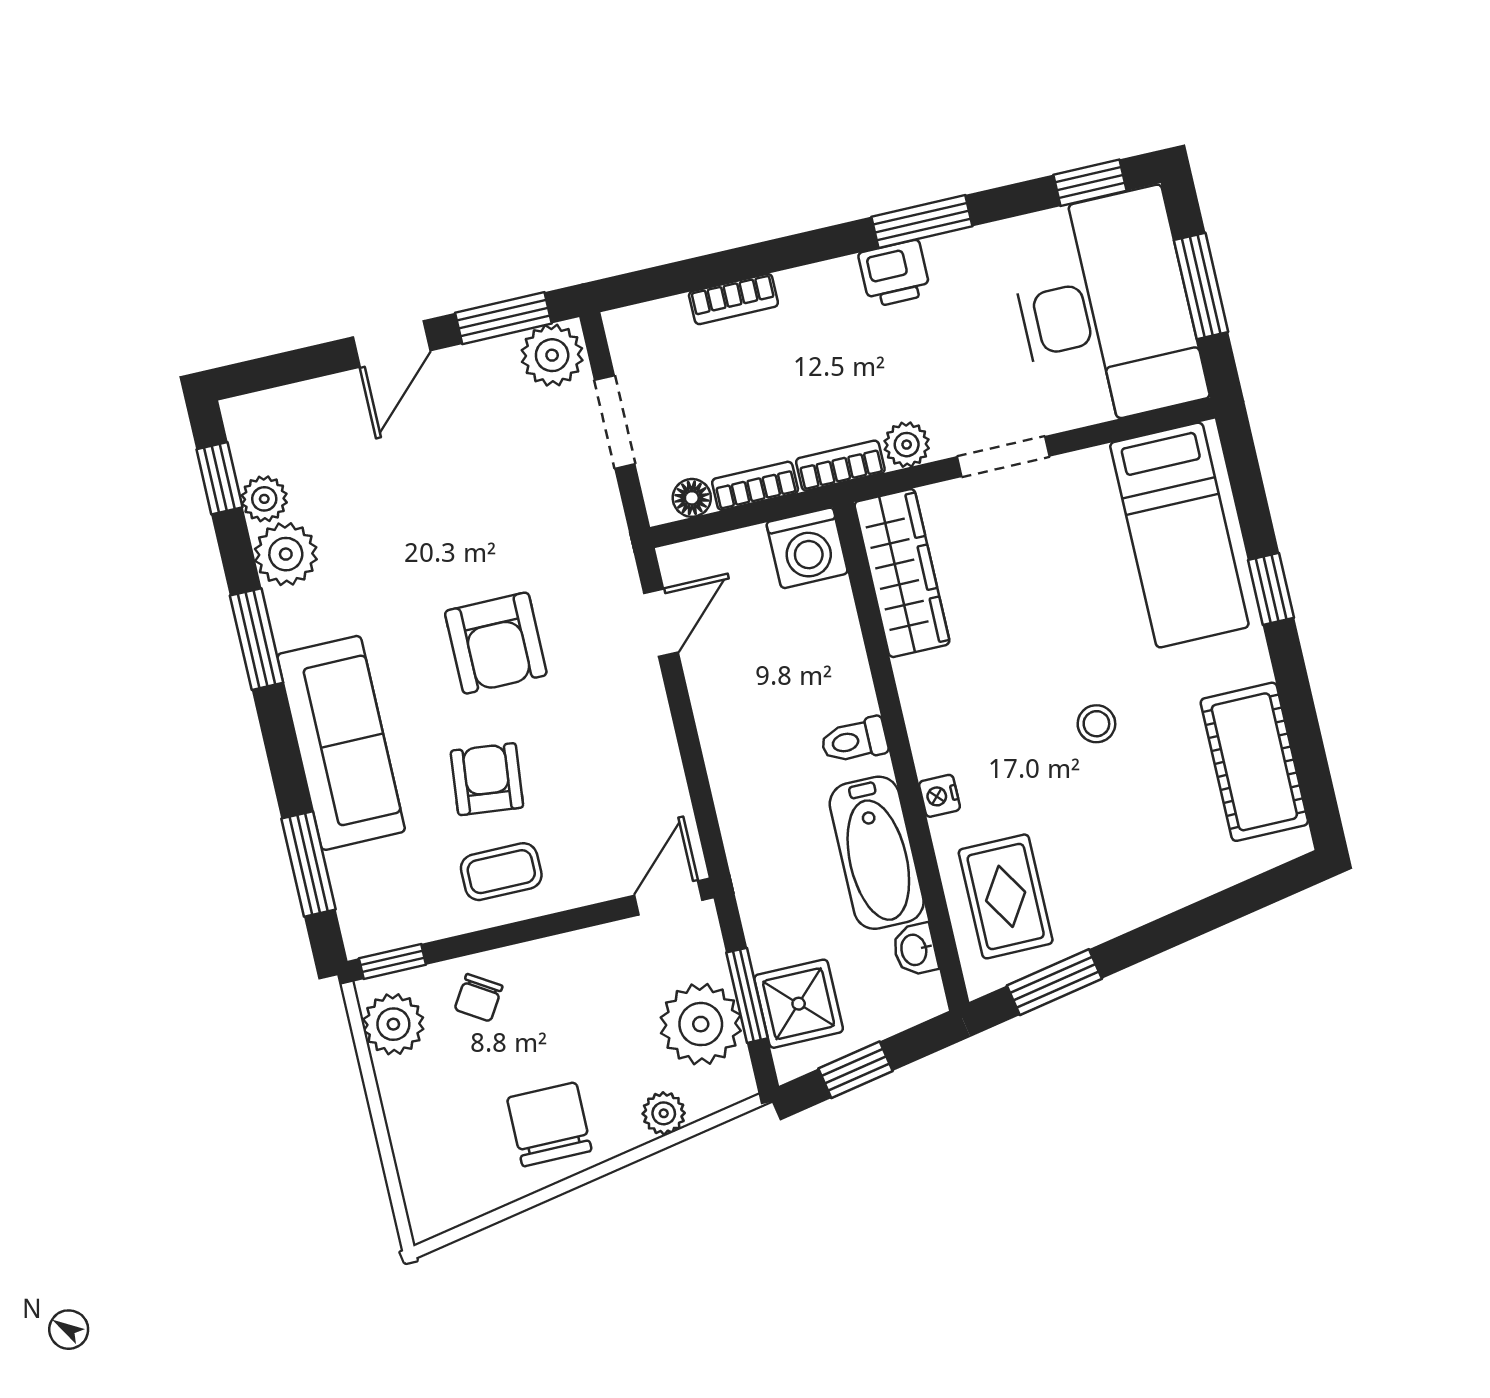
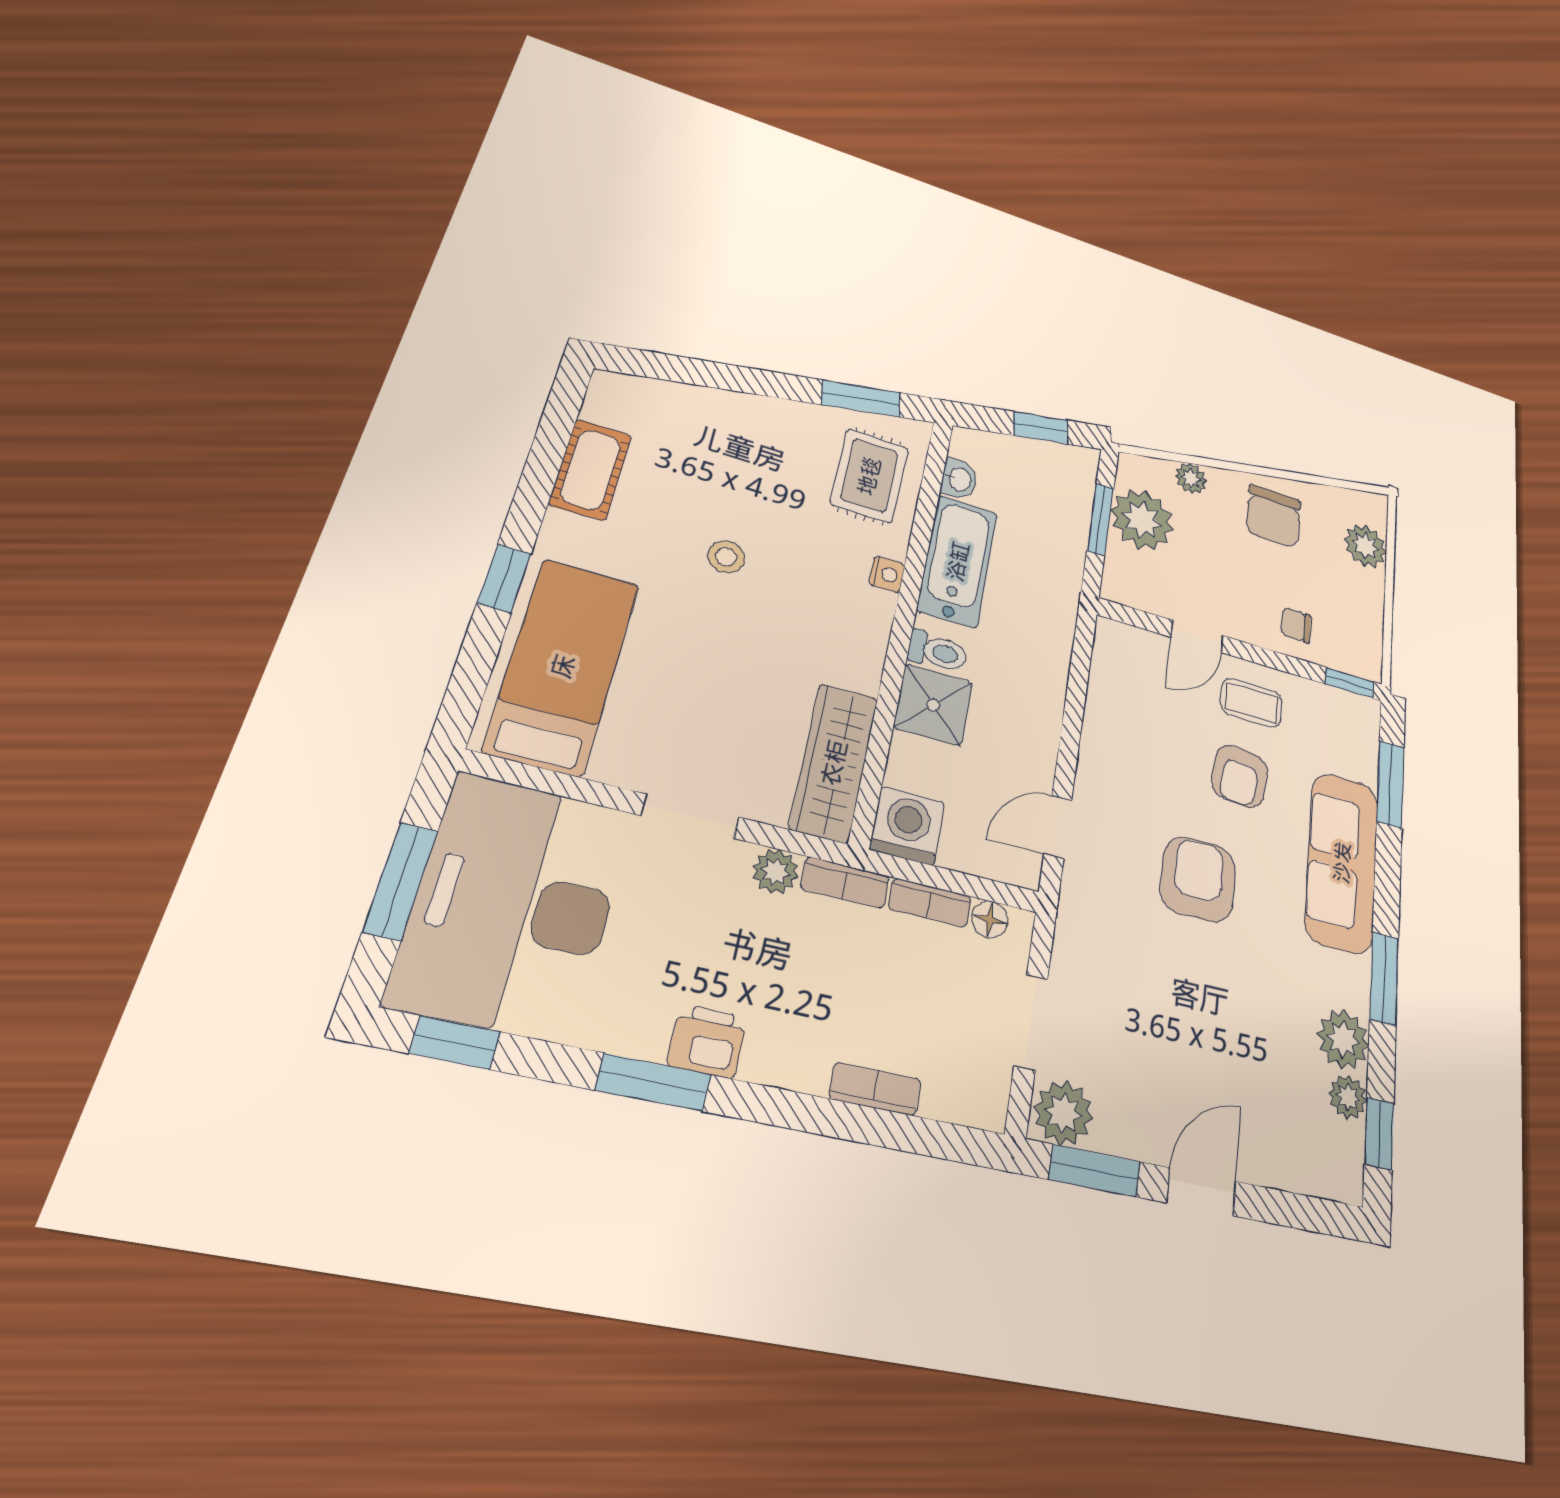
cot: (1254, 762) -> (590, 470), width x0.73, depth x0.75
door: (668, 898) -> (1197, 636), moved
chair: (479, 998) -> (1296, 625), turned -122
shower: (799, 1004) -> (933, 705), moved
plant: (393, 1024) -> (1365, 546), moved

